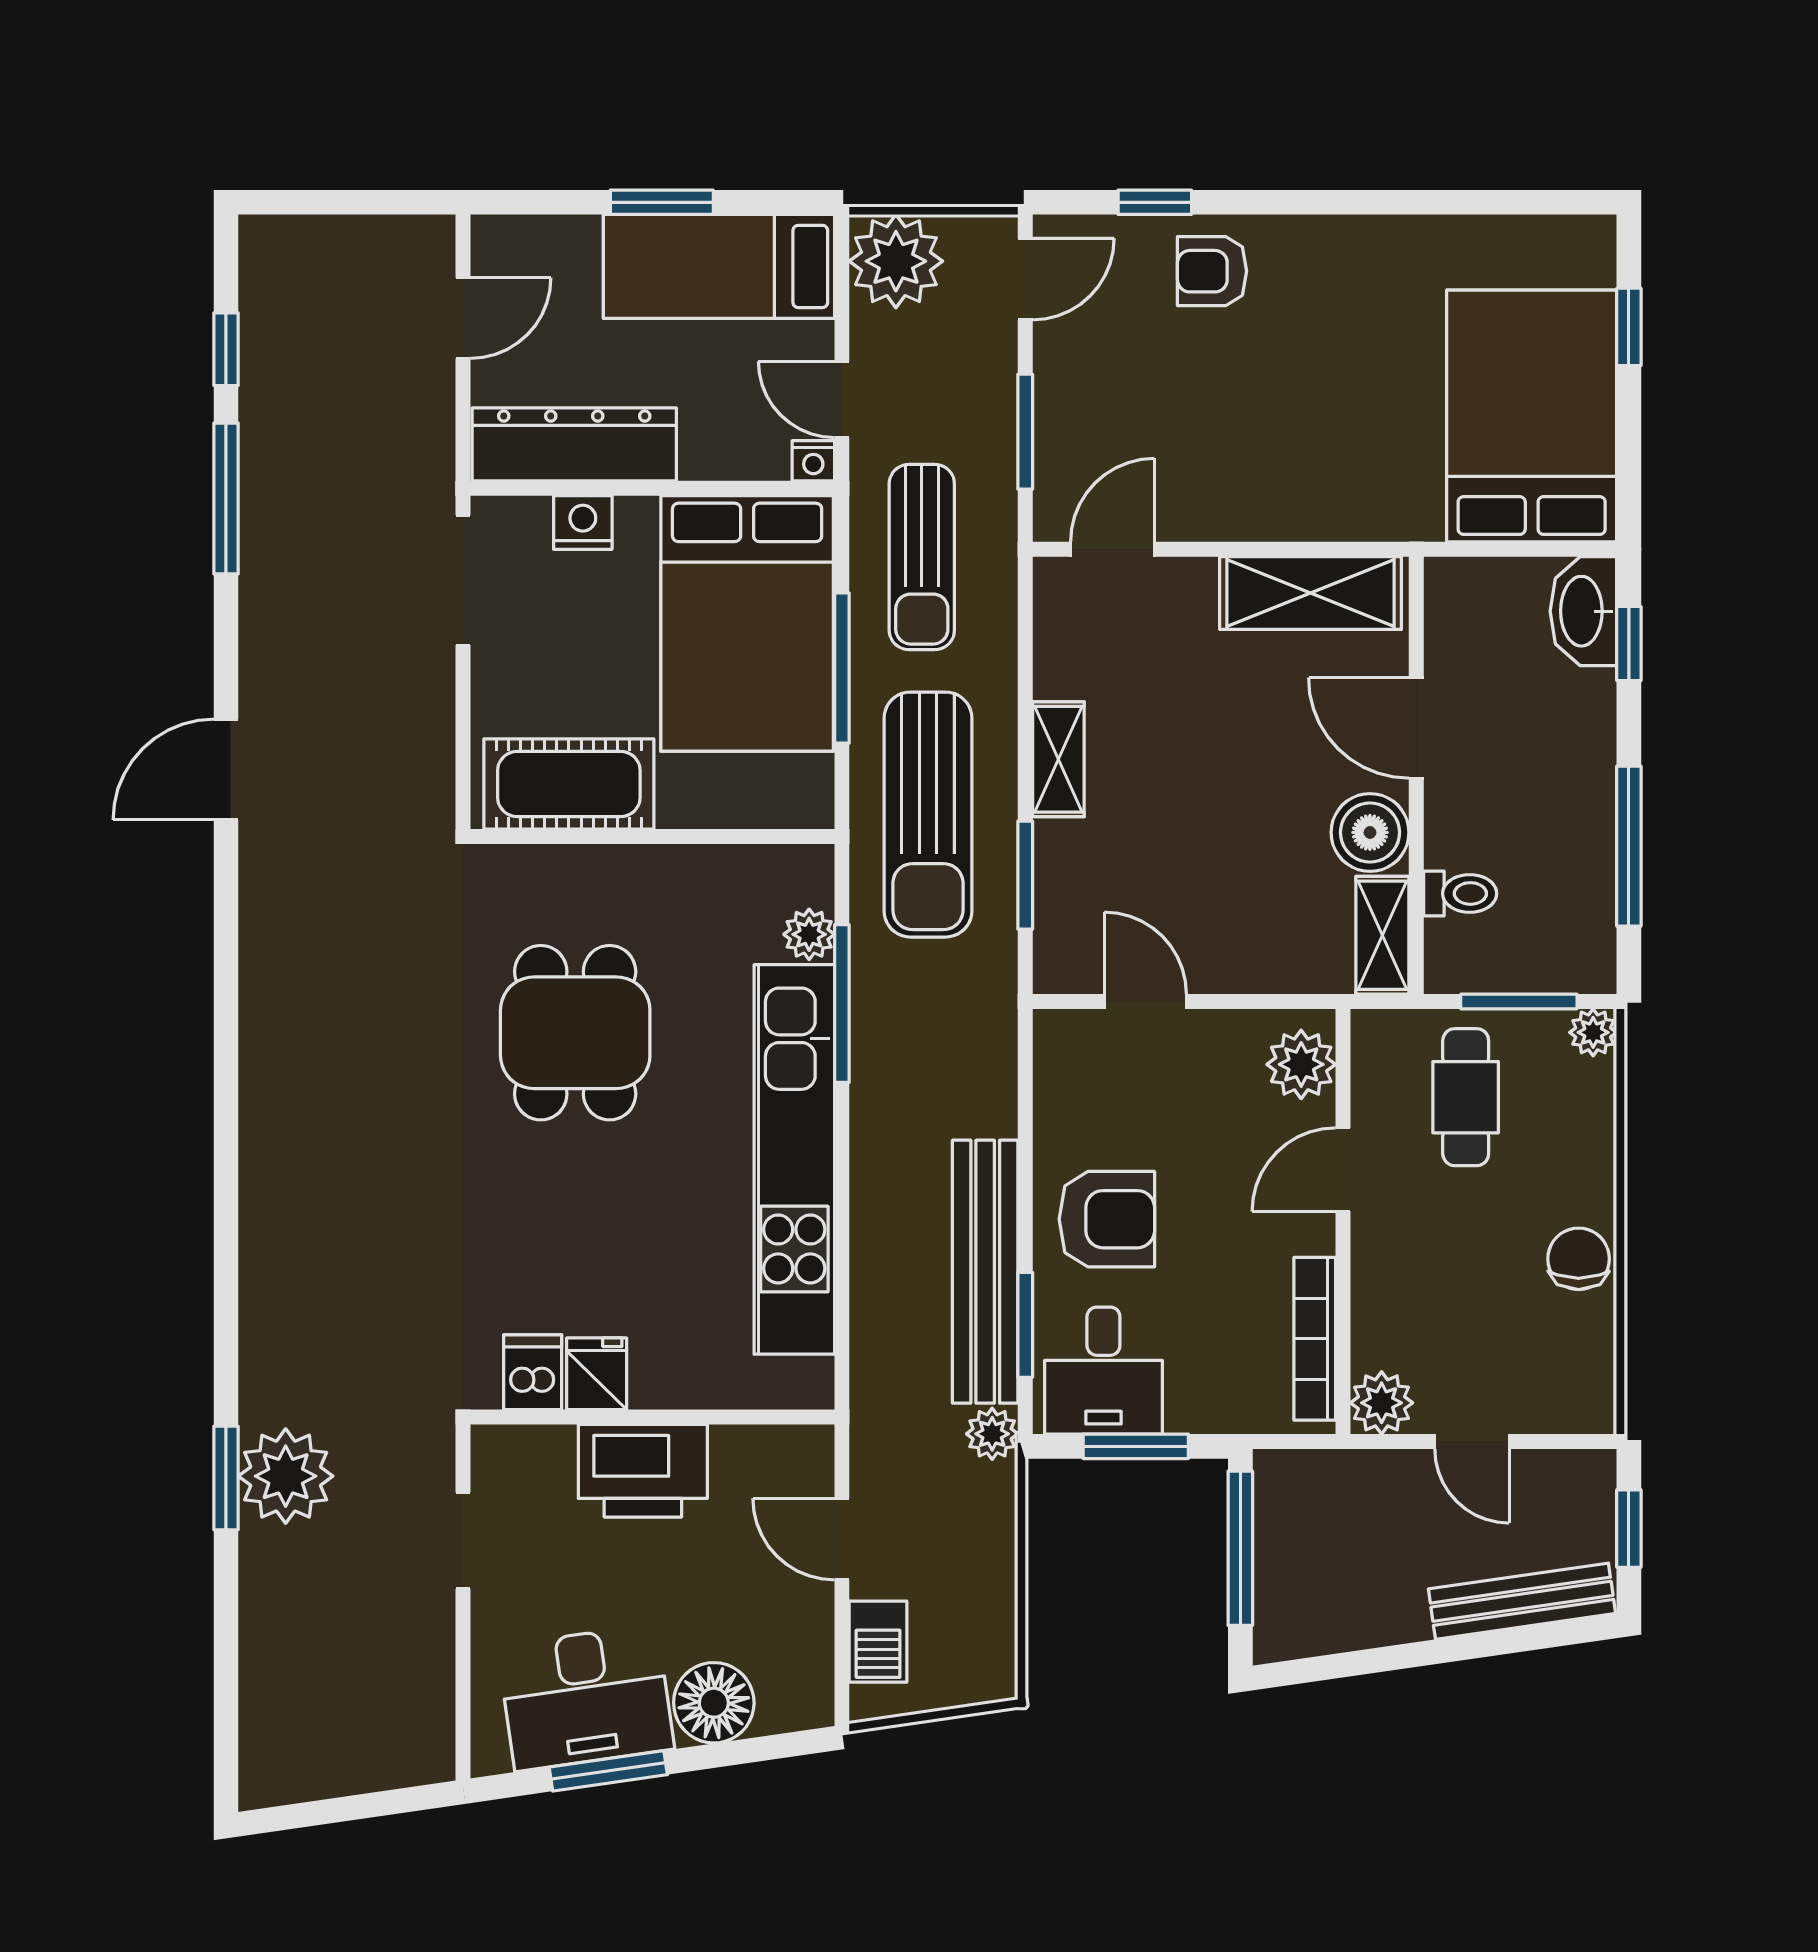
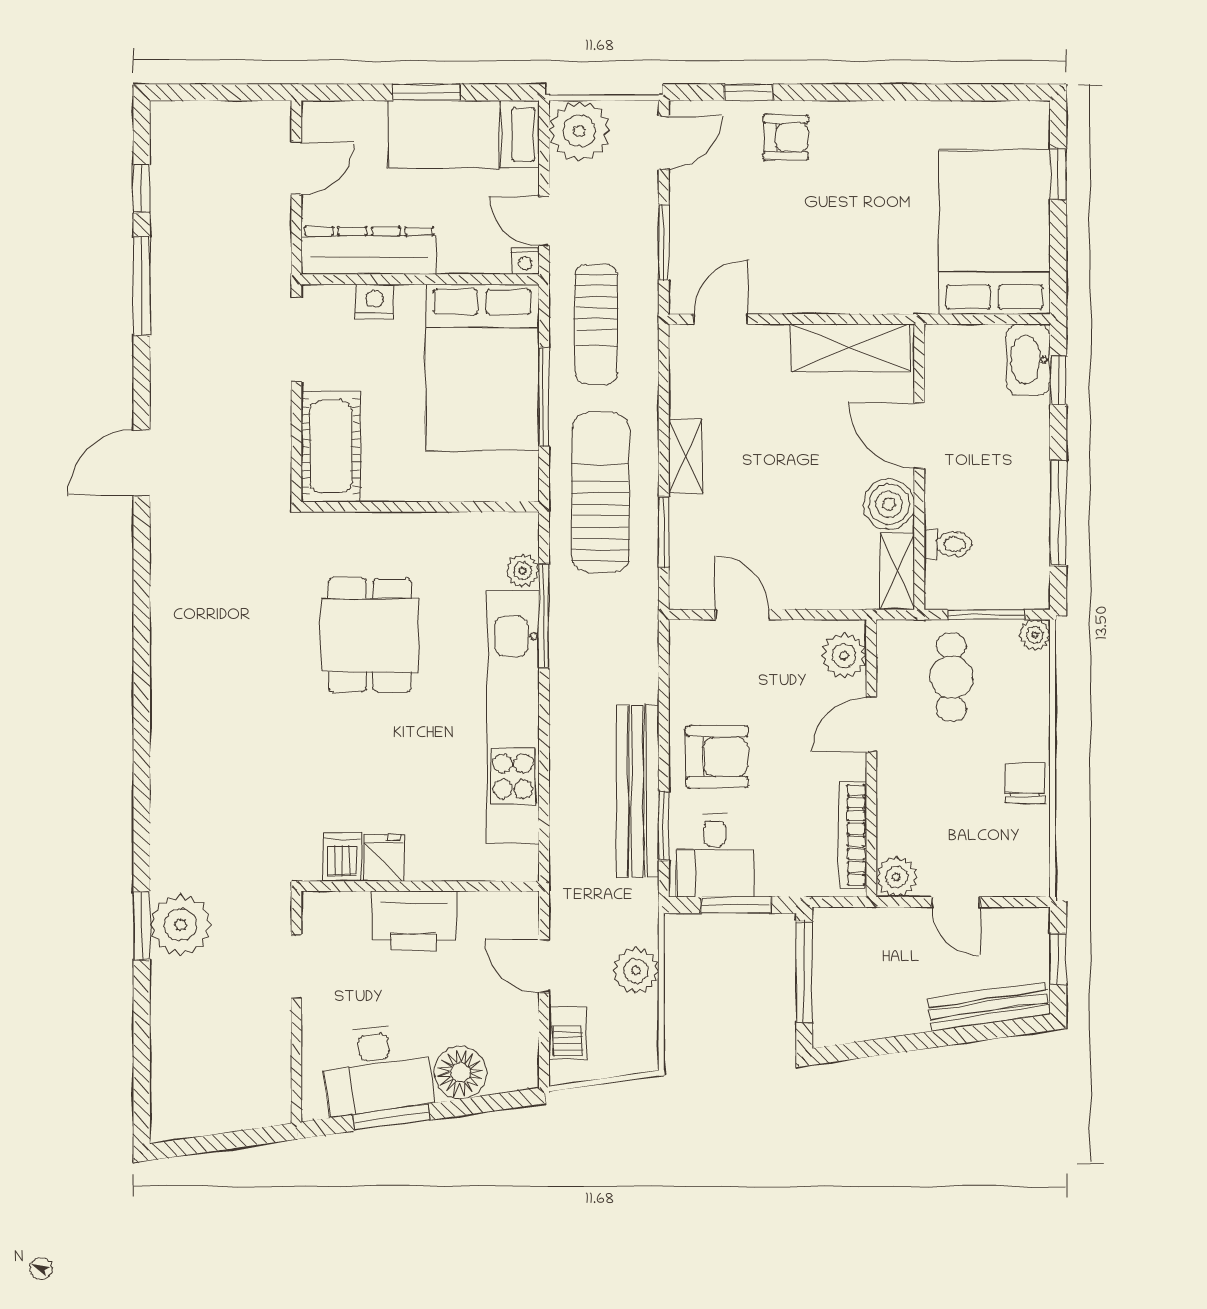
armchair: (1212, 271) -> (786, 137), turned 180
cot: (569, 784) -> (331, 447), moved, turned 90
sun lounger: (928, 815) -> (600, 492), turned 180
plant: (992, 1434) -> (636, 971), moved, width x1.38, depth x1.38

